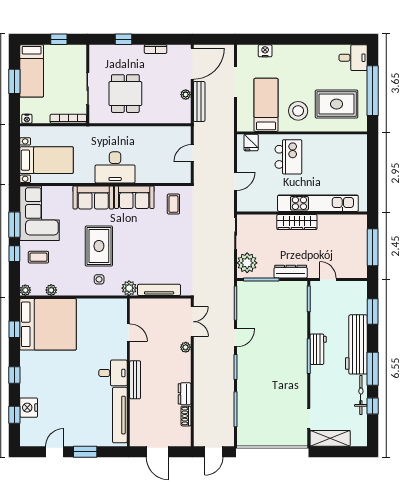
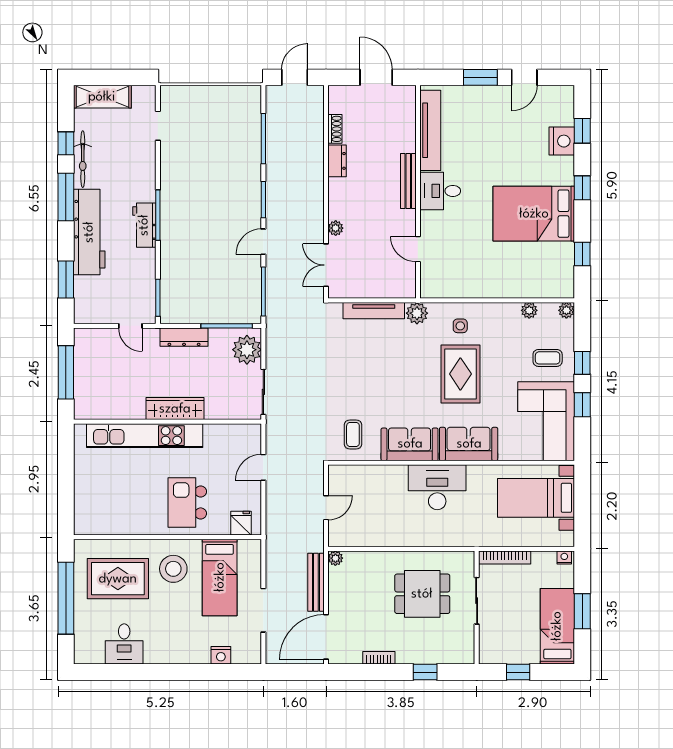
desk: (353, 58) -> (124, 644), moved, turned -90
dining table: (125, 94) -> (422, 594), turned 90
plant: (186, 95) -> (335, 558), moved
window: (14, 225) -> (582, 405), width x0.67
bed: (48, 324) -> (534, 214), moved, width x0.73
shelving: (330, 438) -> (102, 97), moved

